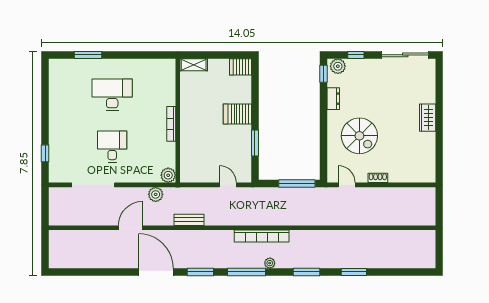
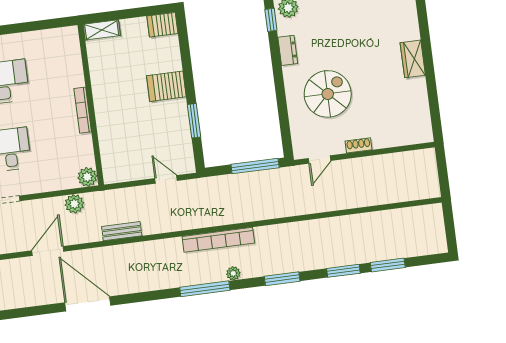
spiral stairs: (359, 136) -> (328, 94), turned -90
door: (347, 185) -> (319, 159), swing flipped
window: (200, 272) -> (388, 265), moved

